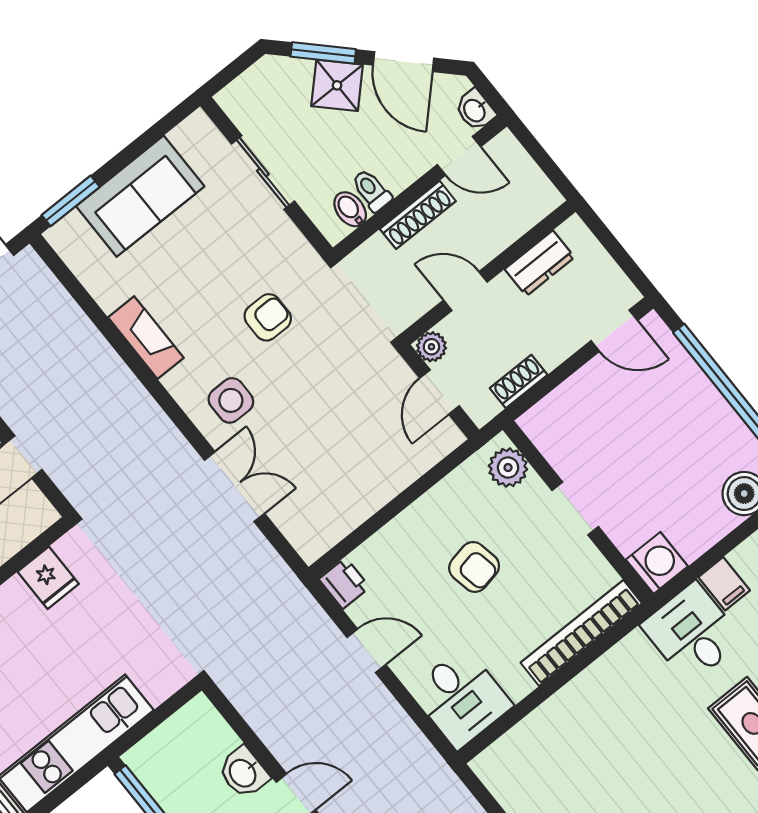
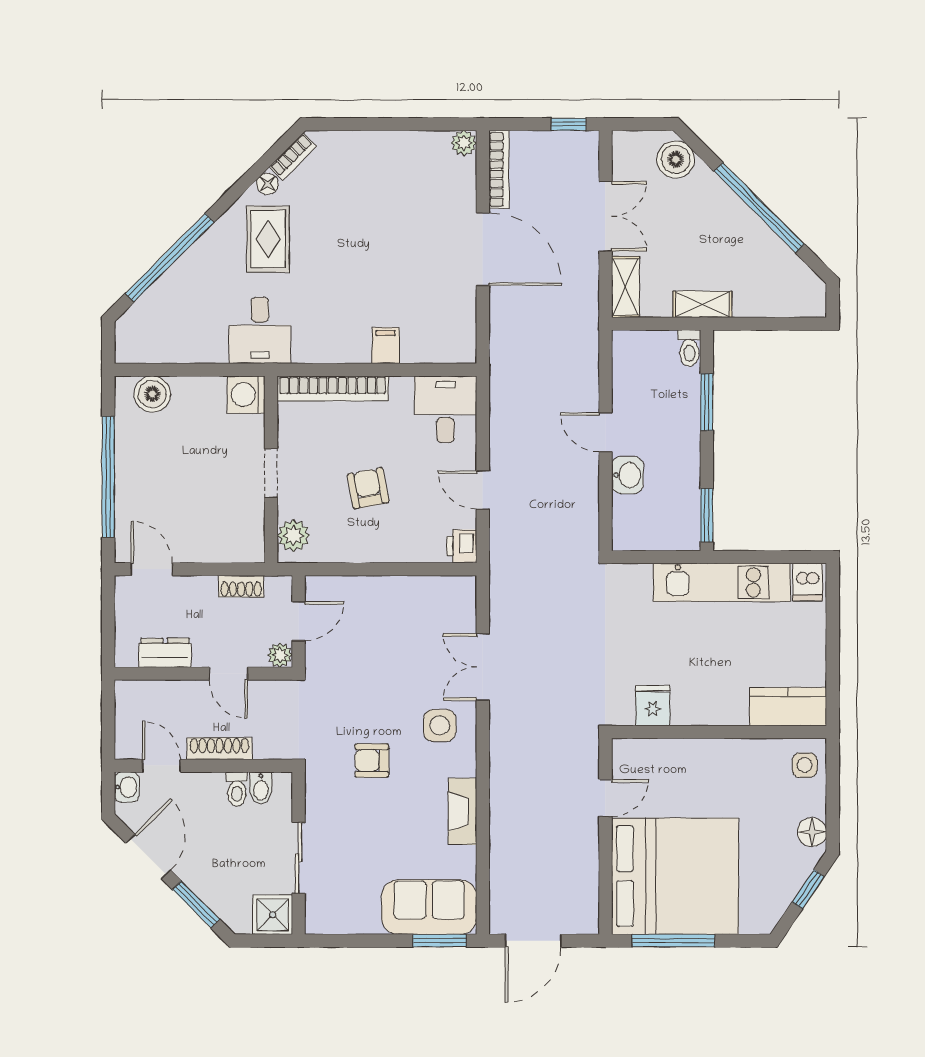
shower: (337, 85) -> (273, 915), moved, turned 45
sofa: (140, 196) -> (429, 907), moved
filing cabinet: (724, 584) -> (386, 346), moved

